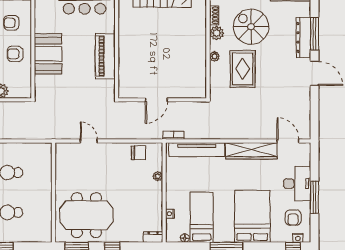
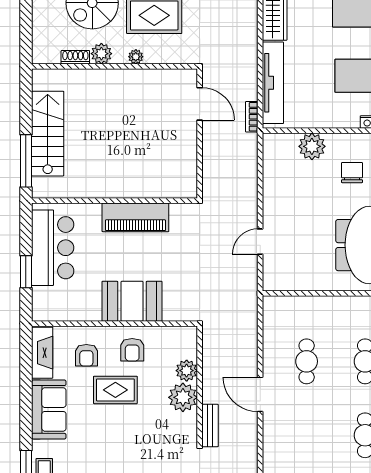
door: (156, 100) -> (200, 104), moved
chair: (138, 153) -> (352, 173), moved
plant: (158, 176) -> (312, 146), width x1.87, depth x1.87

